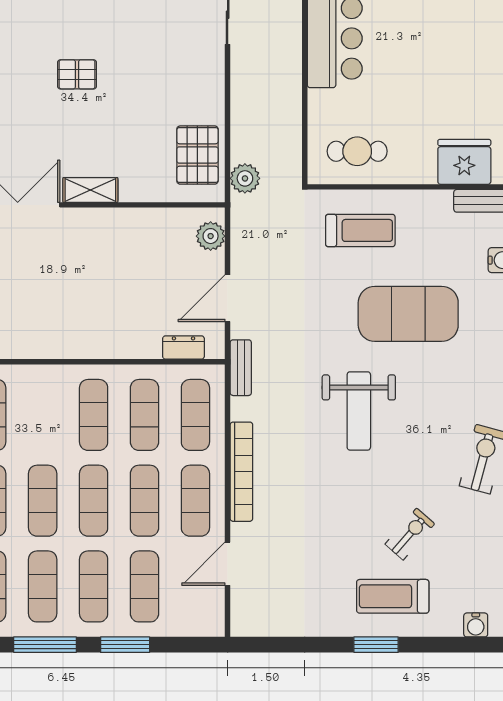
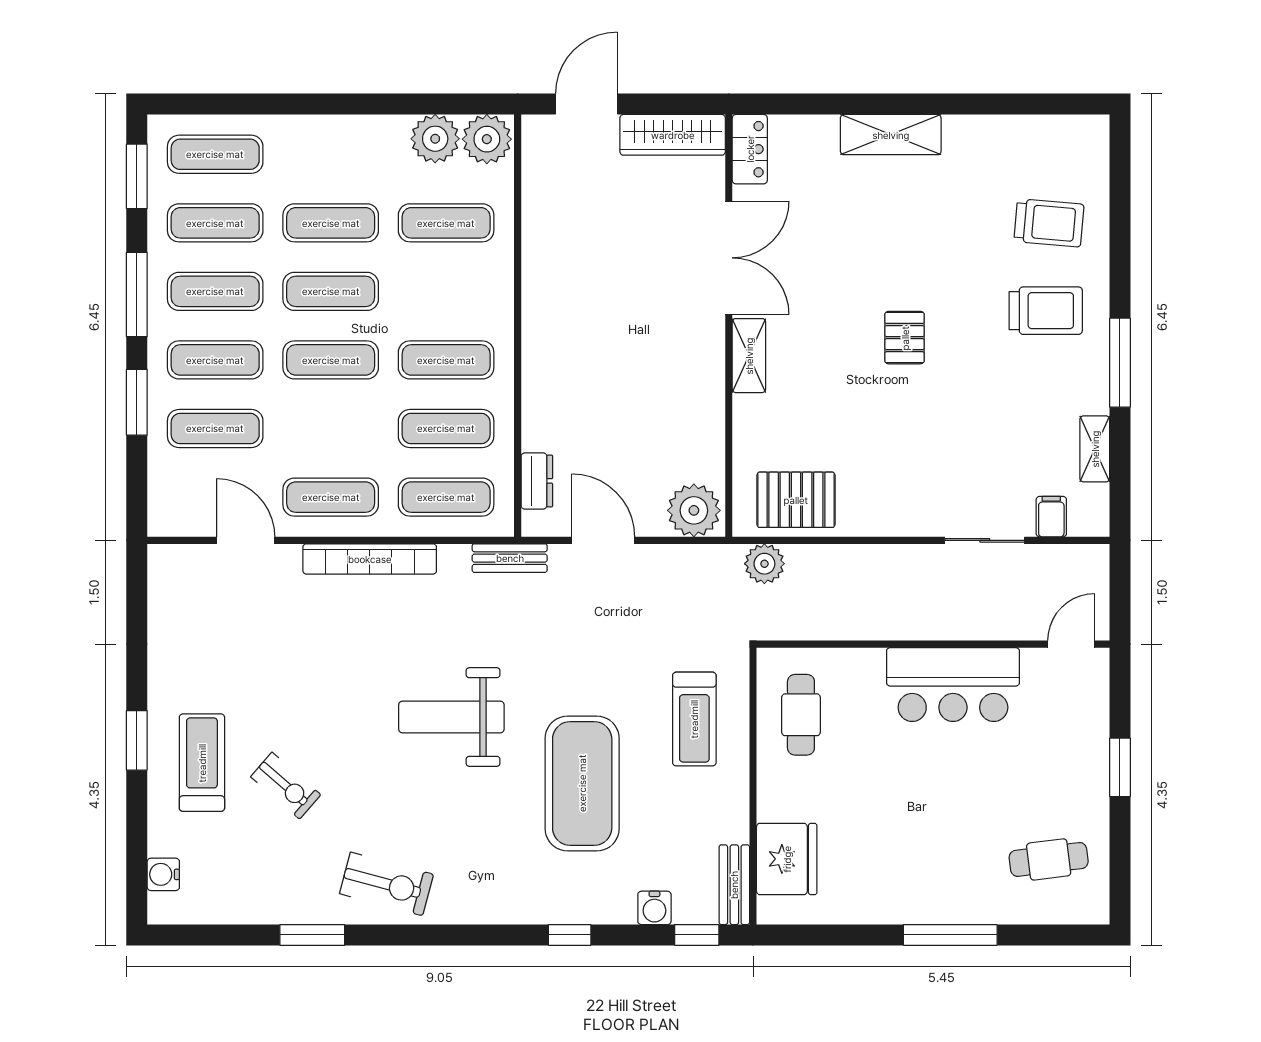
plant: (211, 236) -> (694, 510), width x1.36, depth x1.36
exercise mat: (144, 501) -> (331, 428), removed

